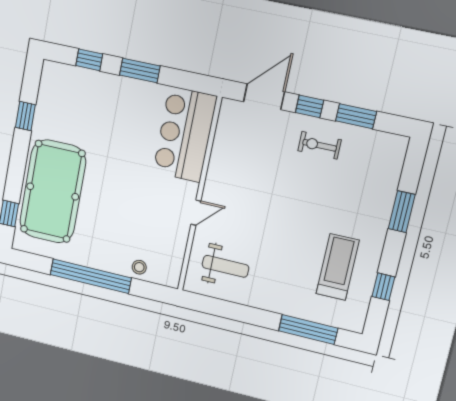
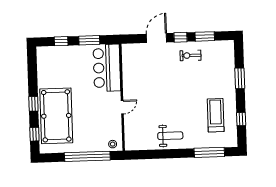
window: (25, 116) -> (33, 104), moved
bar counter: (185, 134) -> (107, 68), moved
wall: (200, 195) -> (122, 97), moved
door: (196, 213) -> (122, 107), moved
weight bench: (225, 266) -> (170, 136), moved

